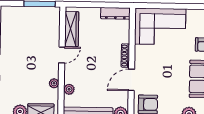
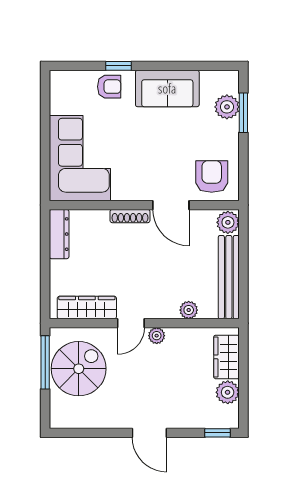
spiral stairs: (35, 24) -> (79, 369), added
door: (62, 55) -> (131, 323), swing flipped
plant: (54, 83) -> (157, 336), moved

